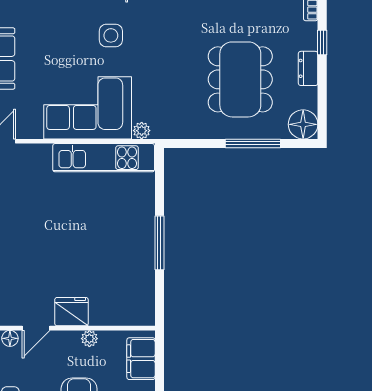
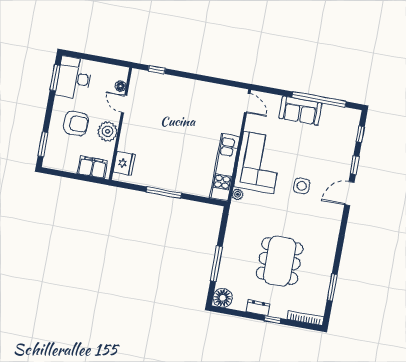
dining table: (240, 79) -> (280, 261), moved, turned 90
fridge: (71, 312) -> (124, 163), moved
plant: (89, 339) -> (107, 131), width x1.87, depth x1.87

